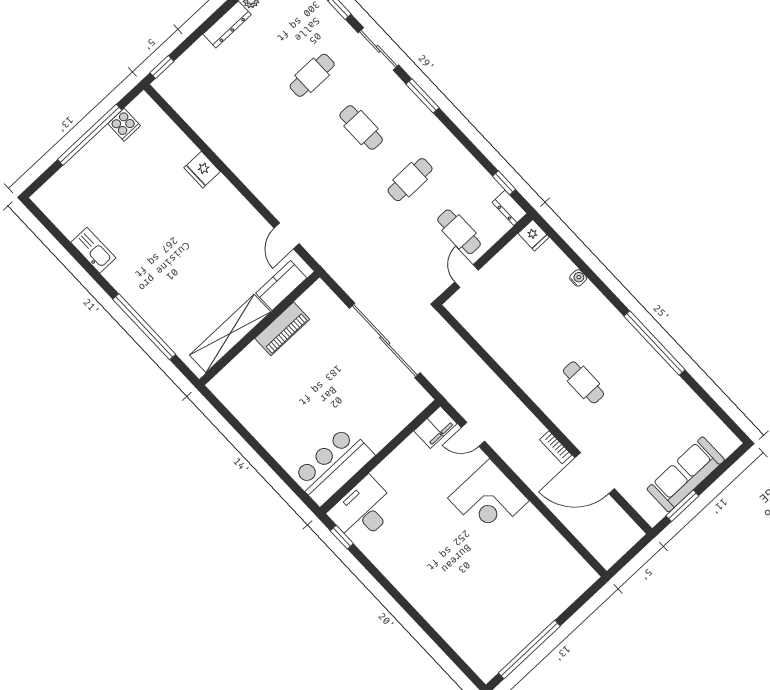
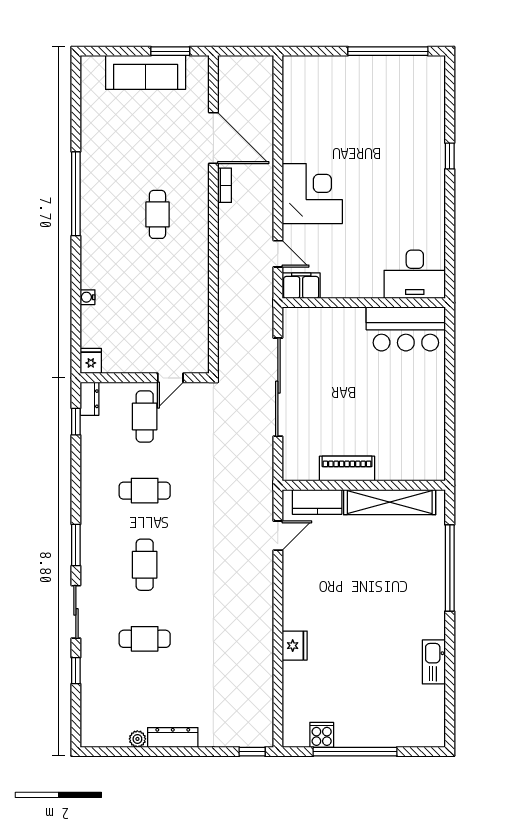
window: (342, 537) -> (450, 156), moved

